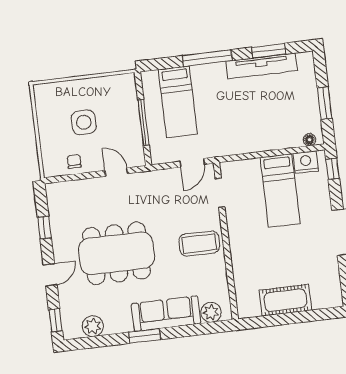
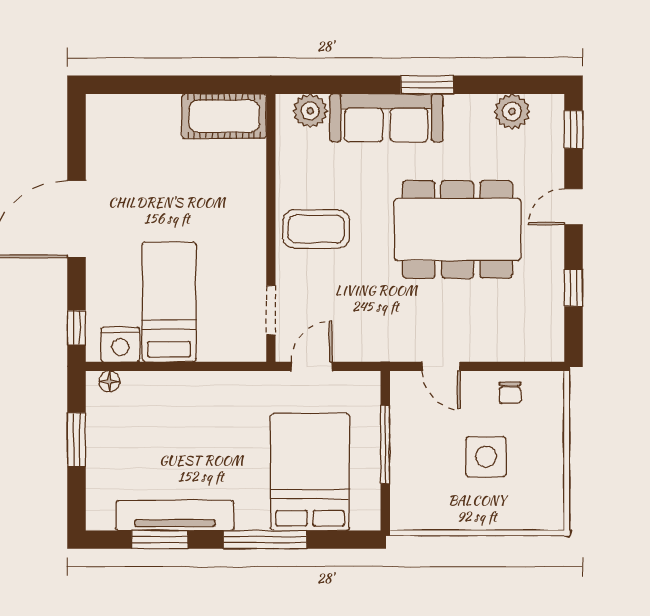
bed: (178, 102) -> (310, 472), width x1.50
cot: (285, 300) -> (224, 116), moved

